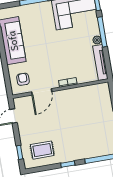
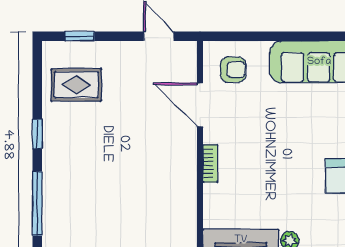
rug: (42, 150) -> (76, 85), turned 90

